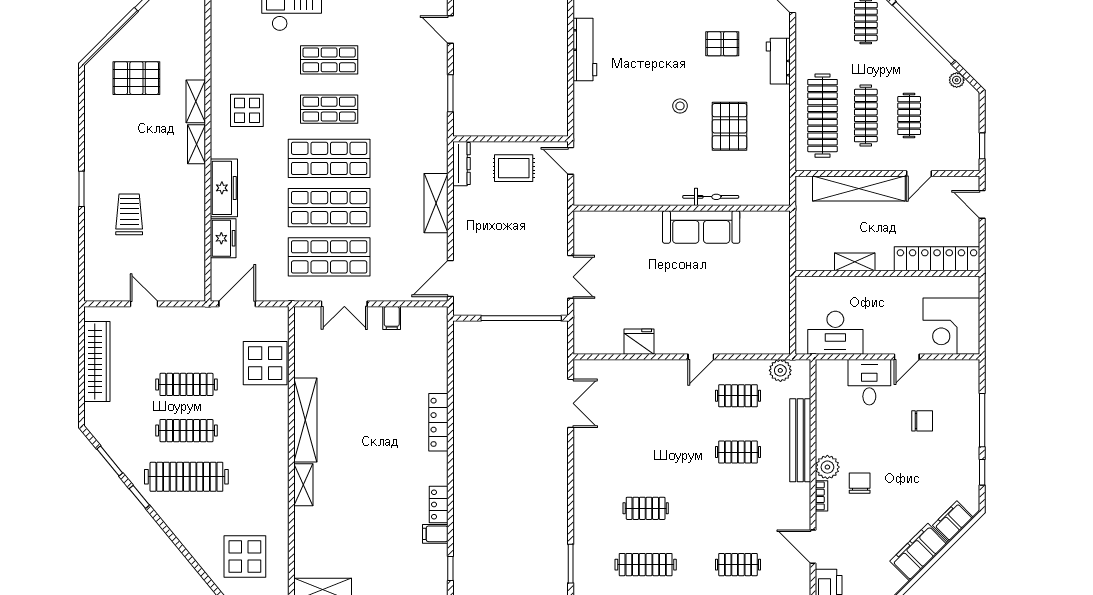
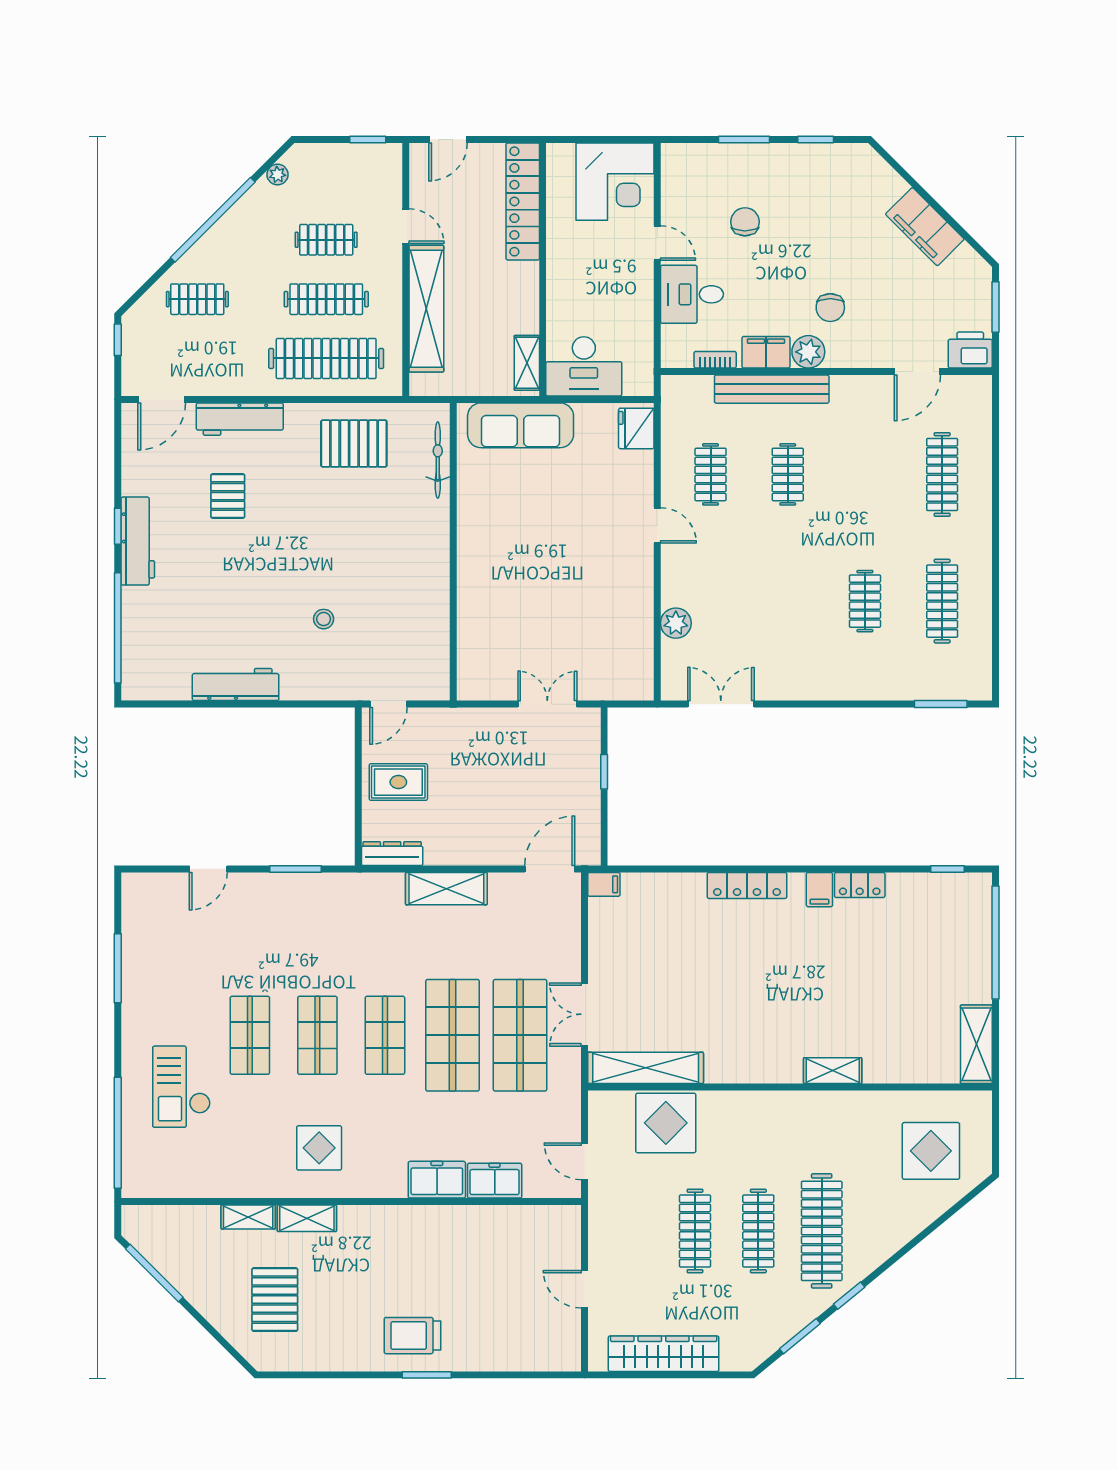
workbench: (778, 61) -> (240, 419), width x1.38
stool: (680, 106) -> (324, 619), moved
pallet: (730, 126) -> (354, 443), moved
shelving: (197, 144) -> (248, 1217), moved
shop shelf: (329, 158) -> (385, 1035), width x0.70, depth x0.74
rug: (514, 168) -> (398, 782), turned 90
freezer: (224, 188) -> (437, 1180), width x0.71
bicycle: (711, 197) -> (438, 460), moved
trolley: (129, 214) -> (413, 1336), moved
sofa: (701, 227) -> (521, 425), moved, turned 90
shelving: (855, 262) -> (527, 363), moved
door: (450, 278) -> (550, 869), swing flipped
door: (144, 304) -> (585, 1289), hinge flipped
door: (237, 304) -> (585, 1161), width x0.73
double door: (344, 304) -> (585, 1014), swing flipped
filing cabinet: (392, 318) -> (604, 884), moved
window: (521, 318) -> (604, 772), width x0.32
desk: (835, 333) -> (584, 366), moved, turned 90
fridge: (639, 342) -> (636, 428), moved
plant: (780, 370) -> (676, 623), moved
shelving: (305, 420) -> (646, 1068), moved
window: (982, 420) -> (744, 139), width x0.69
chair: (860, 483) -> (830, 308), turned -90
bookcase: (822, 496) -> (715, 360), moved
filing cabinet: (953, 521) -> (766, 352), moved, turned 135
filing cabinet: (435, 534) -> (819, 890), moved
clothes rail: (738, 565) -> (942, 474), width x1.36

